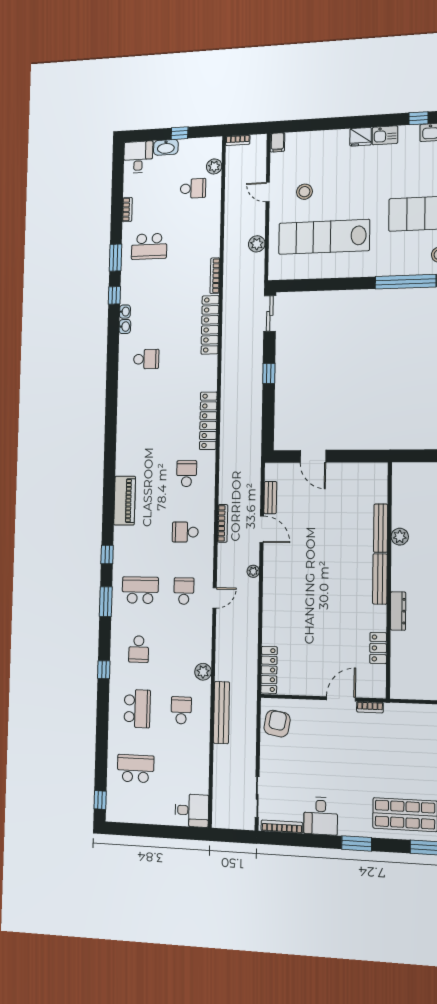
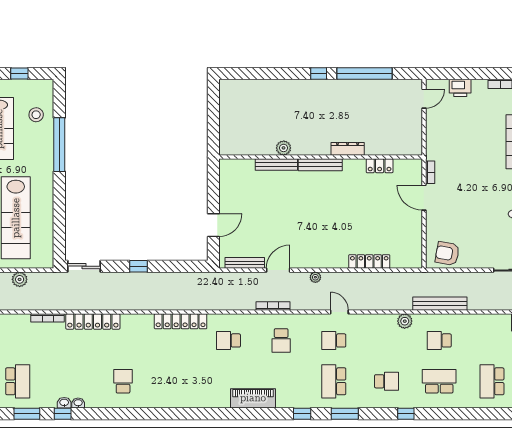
washbasin: (125, 327) -> (64, 403), moved
bench: (270, 498) -> (245, 263), width x1.36
locker: (269, 670) -> (369, 261), moved

